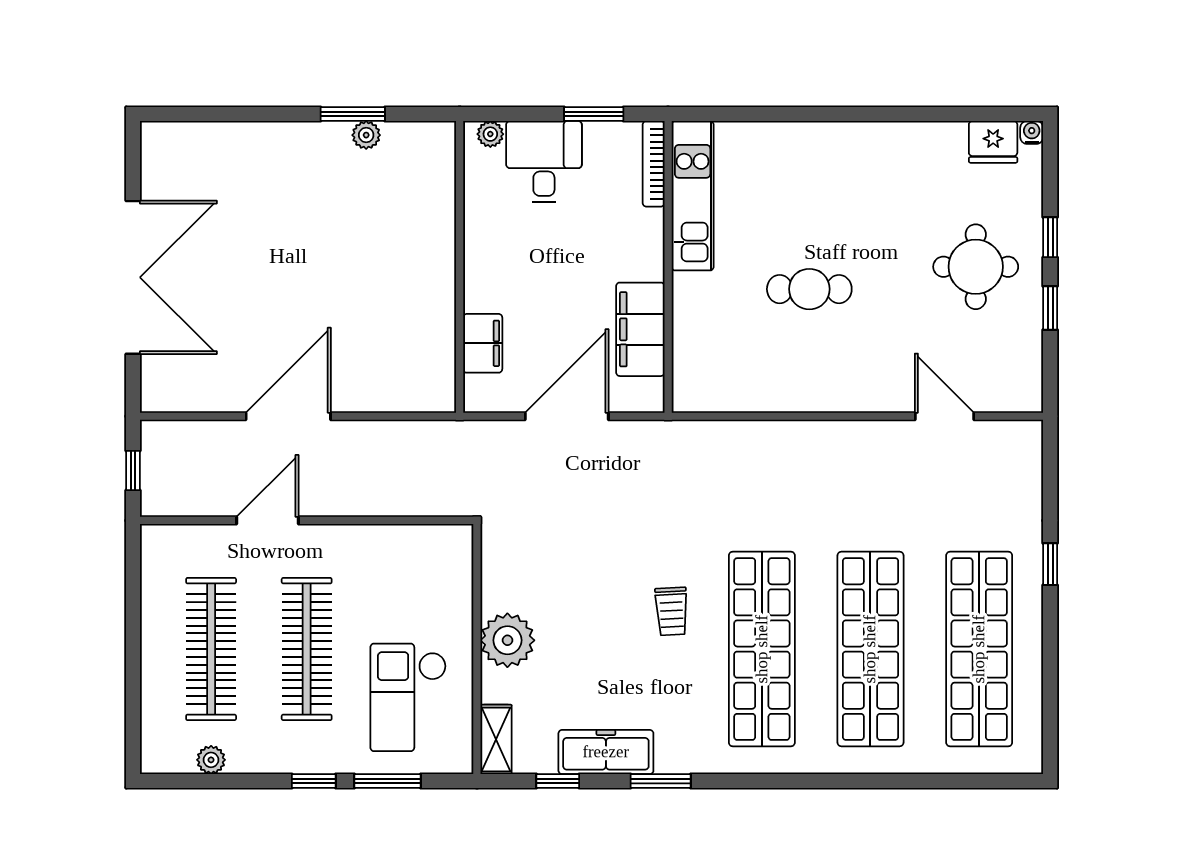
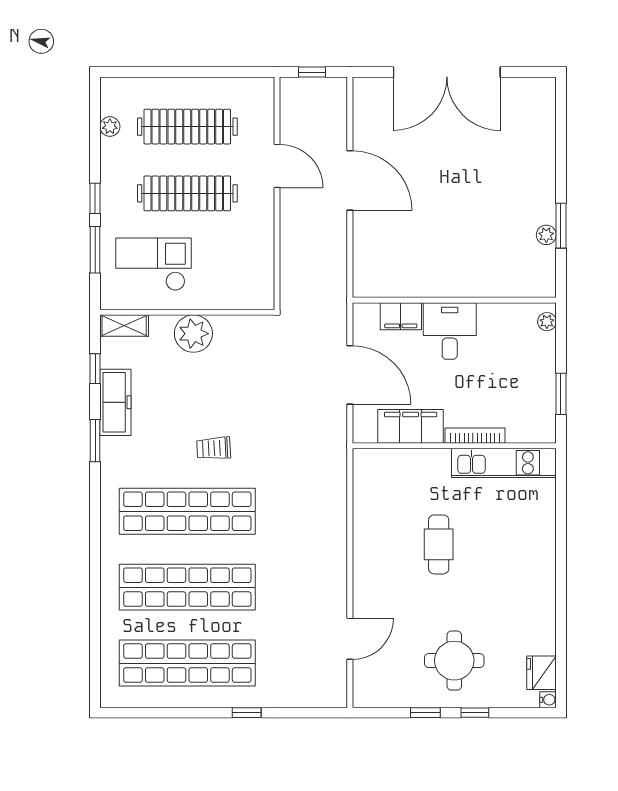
desk: (544, 162) -> (450, 331), moved, turned -90
bookcase: (654, 164) -> (475, 436), moved

